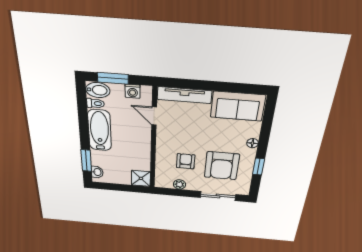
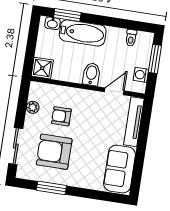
bidet: (98, 90) -> (91, 74), moved, turned 180
bathtub: (100, 130) -> (83, 33), moved
floor lamp: (253, 143) -> (79, 182), removed
armchair: (186, 161) -> (61, 116), turned 180
window: (259, 167) -> (51, 188), width x1.50

